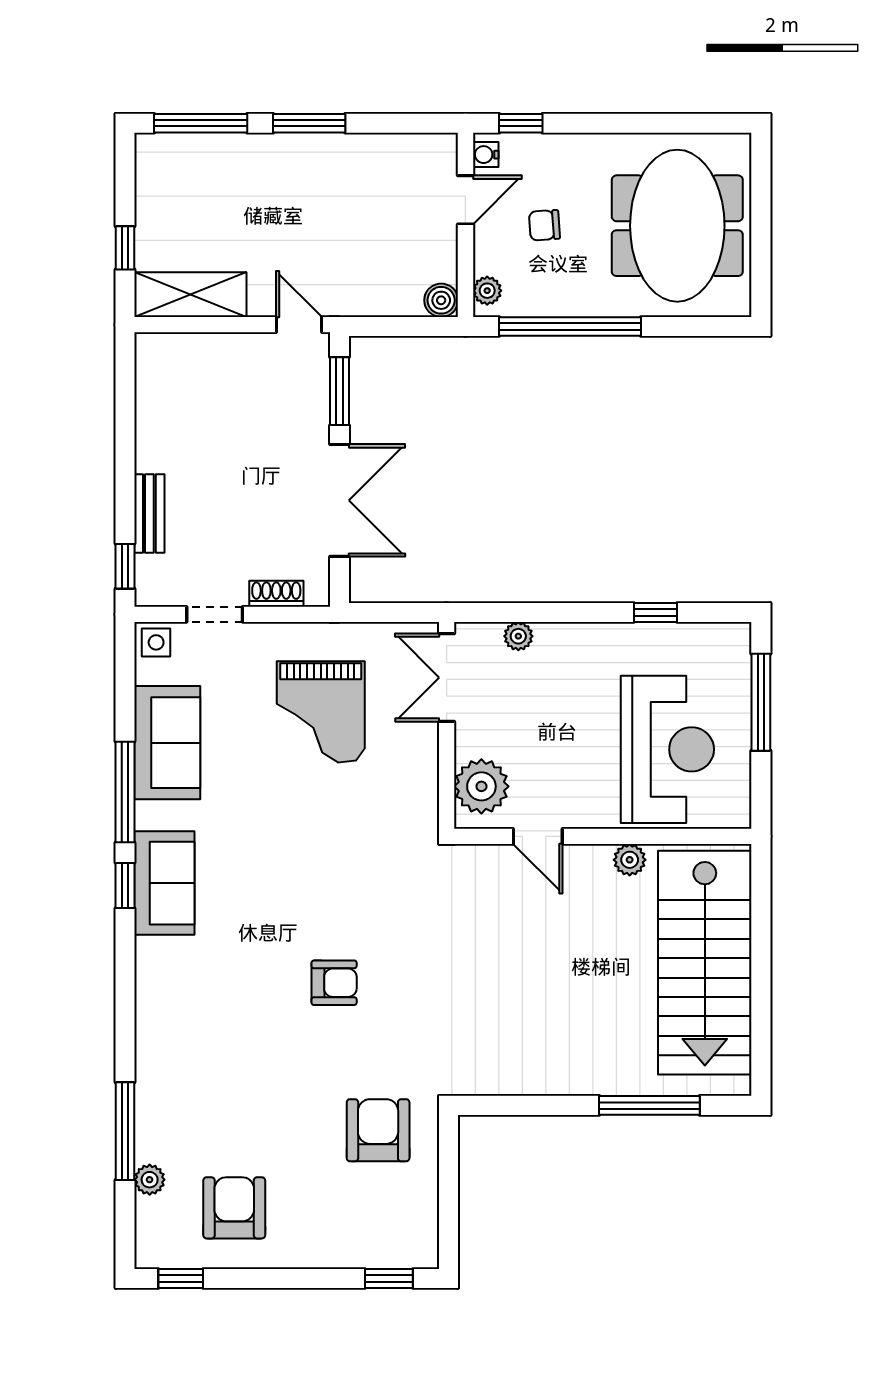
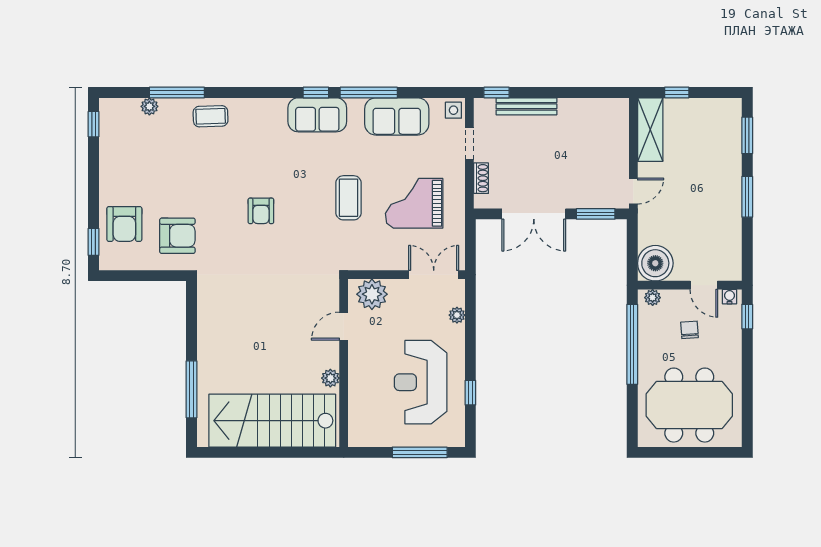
window: (201, 123) -> (747, 135), width x0.69
boiler: (441, 300) -> (655, 263), width x1.86, depth x1.86
bench: (149, 513) -> (526, 106), width x1.36
reception desk: (667, 749) -> (421, 382), moved, turned 90
coffee table: (311, 828) -> (349, 198), added
coffee table: (167, 1072) -> (211, 116), added
armchair: (234, 1208) -> (124, 224), moved, turned 90

